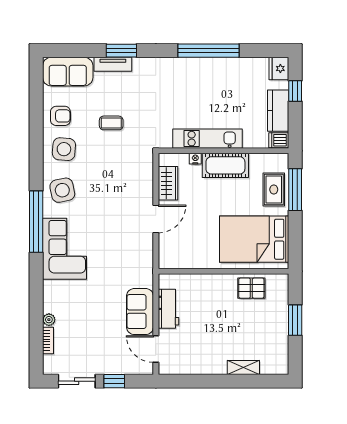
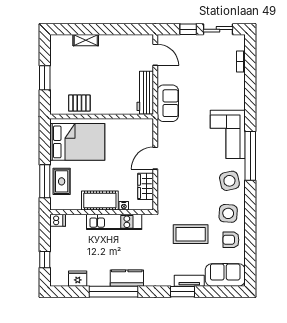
fridge: (279, 68) -> (78, 279), moved, turned -90
kitchen counter: (278, 111) -> (127, 278), moved, turned -90
coffee table: (111, 123) -> (191, 234), width x1.86, depth x1.72
workbench: (168, 309) -> (145, 93), width x1.38
sofa: (140, 312) -> (168, 103), moved
plant: (49, 320) -> (240, 78), removed

